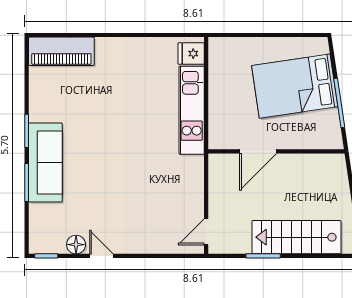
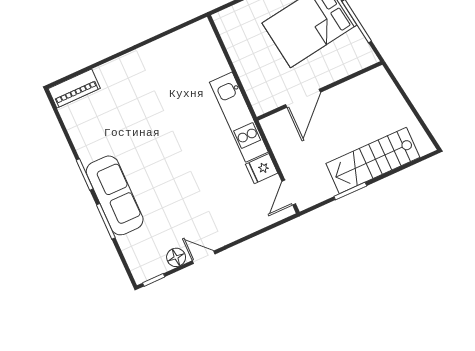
piano: (61, 51) -> (74, 88), width x0.73, depth x0.75
fridge: (191, 54) -> (262, 169), moved
kitchen unit: (192, 110) -> (239, 117), moved

